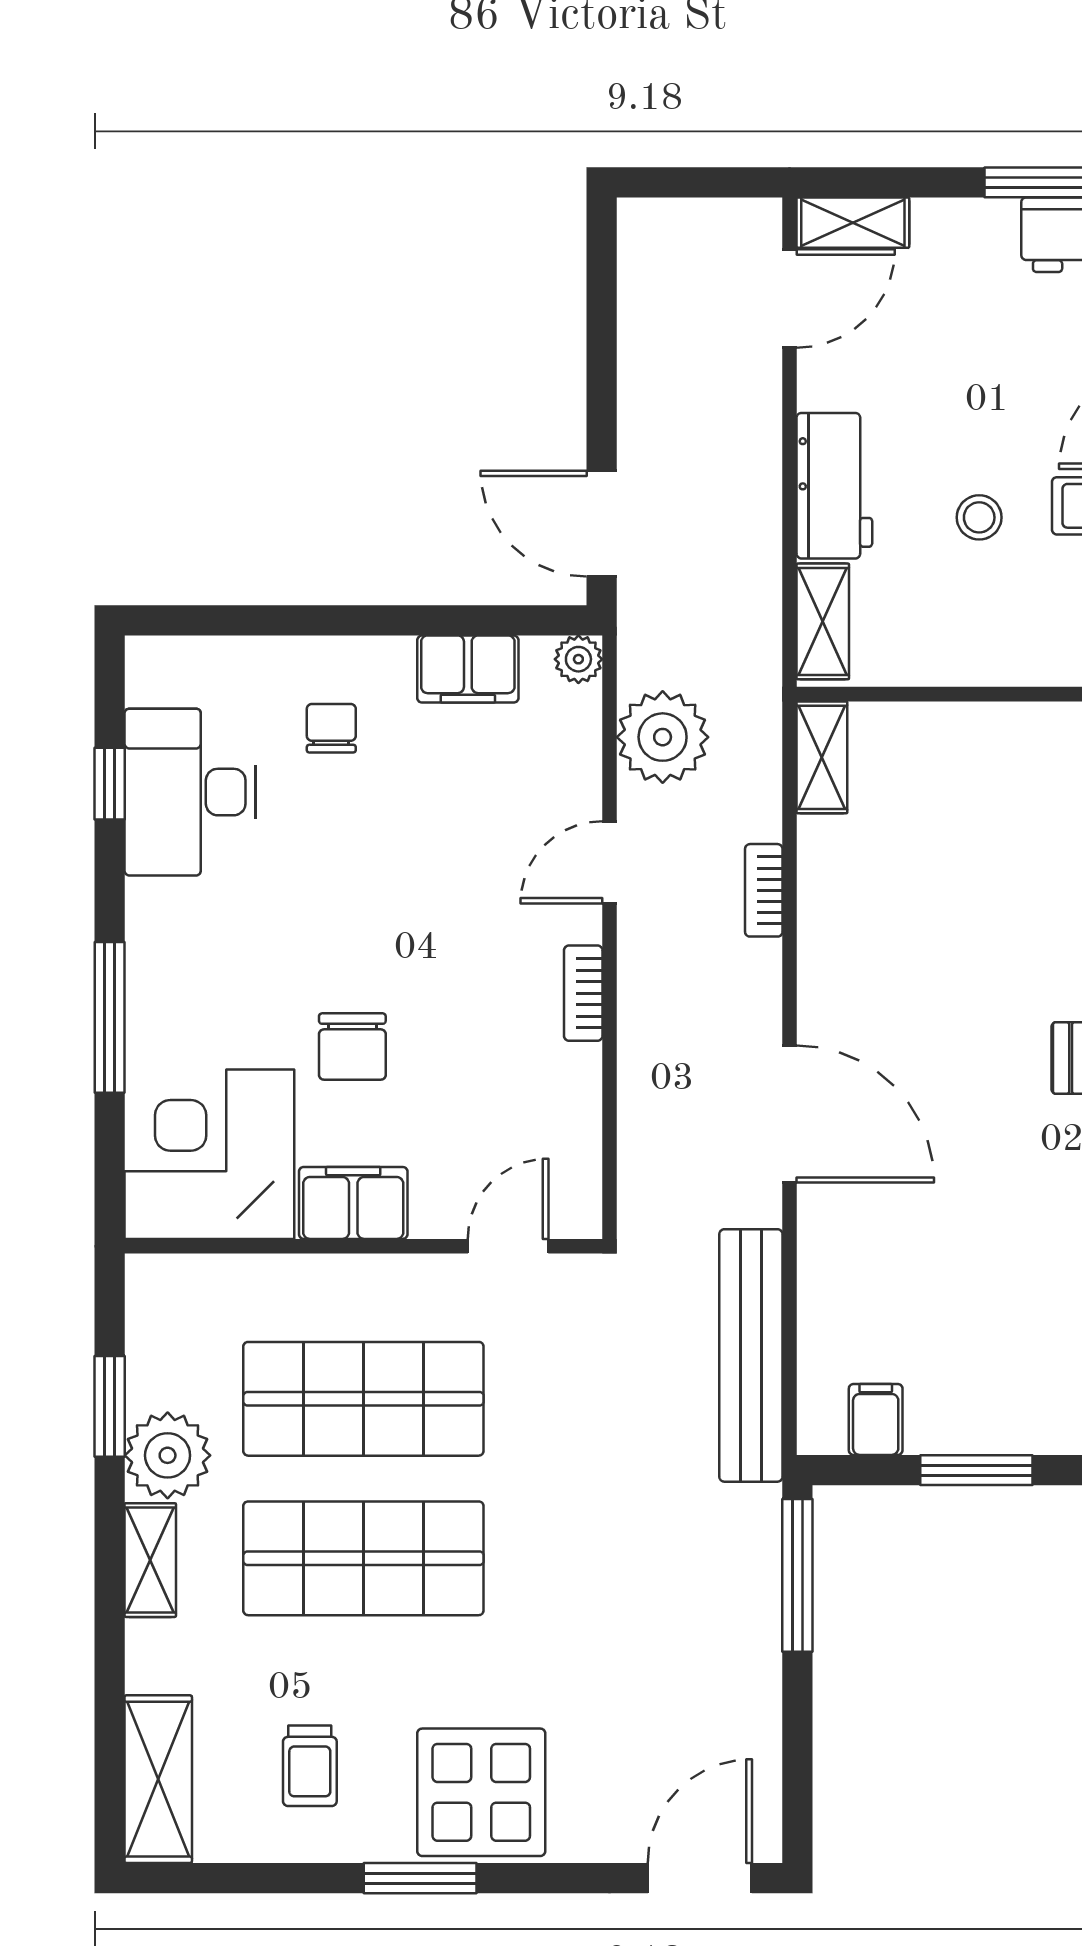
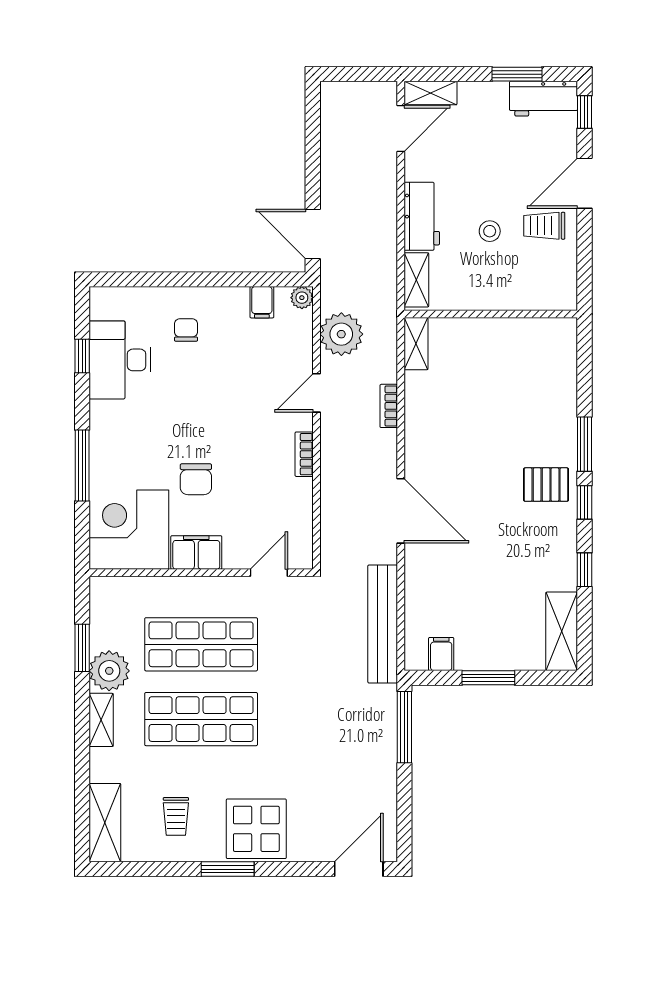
filing cabinet: (468, 669) -> (262, 302), width x0.50

